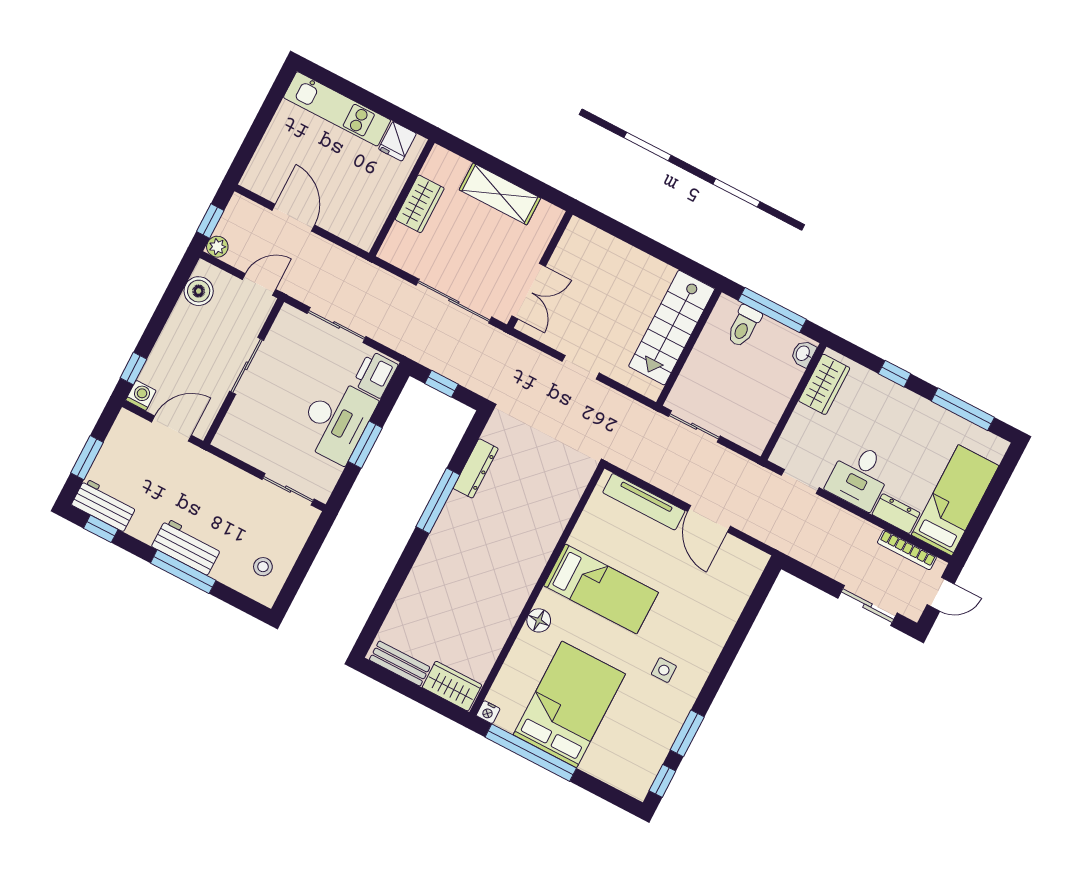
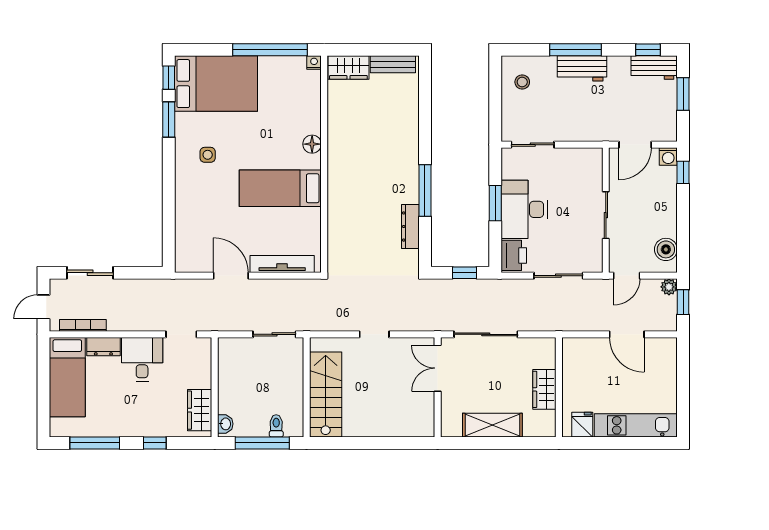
toilet: (744, 326) -> (276, 426), width x0.73, depth x0.72
bed: (569, 704) -> (216, 84), moved, turned -90

